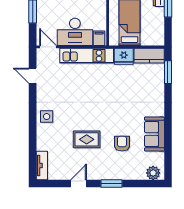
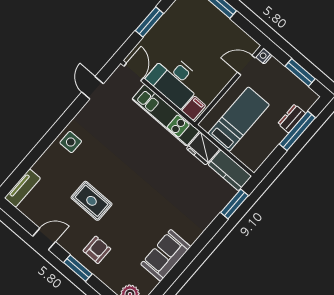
armchair: (122, 144) -> (97, 250), moved

